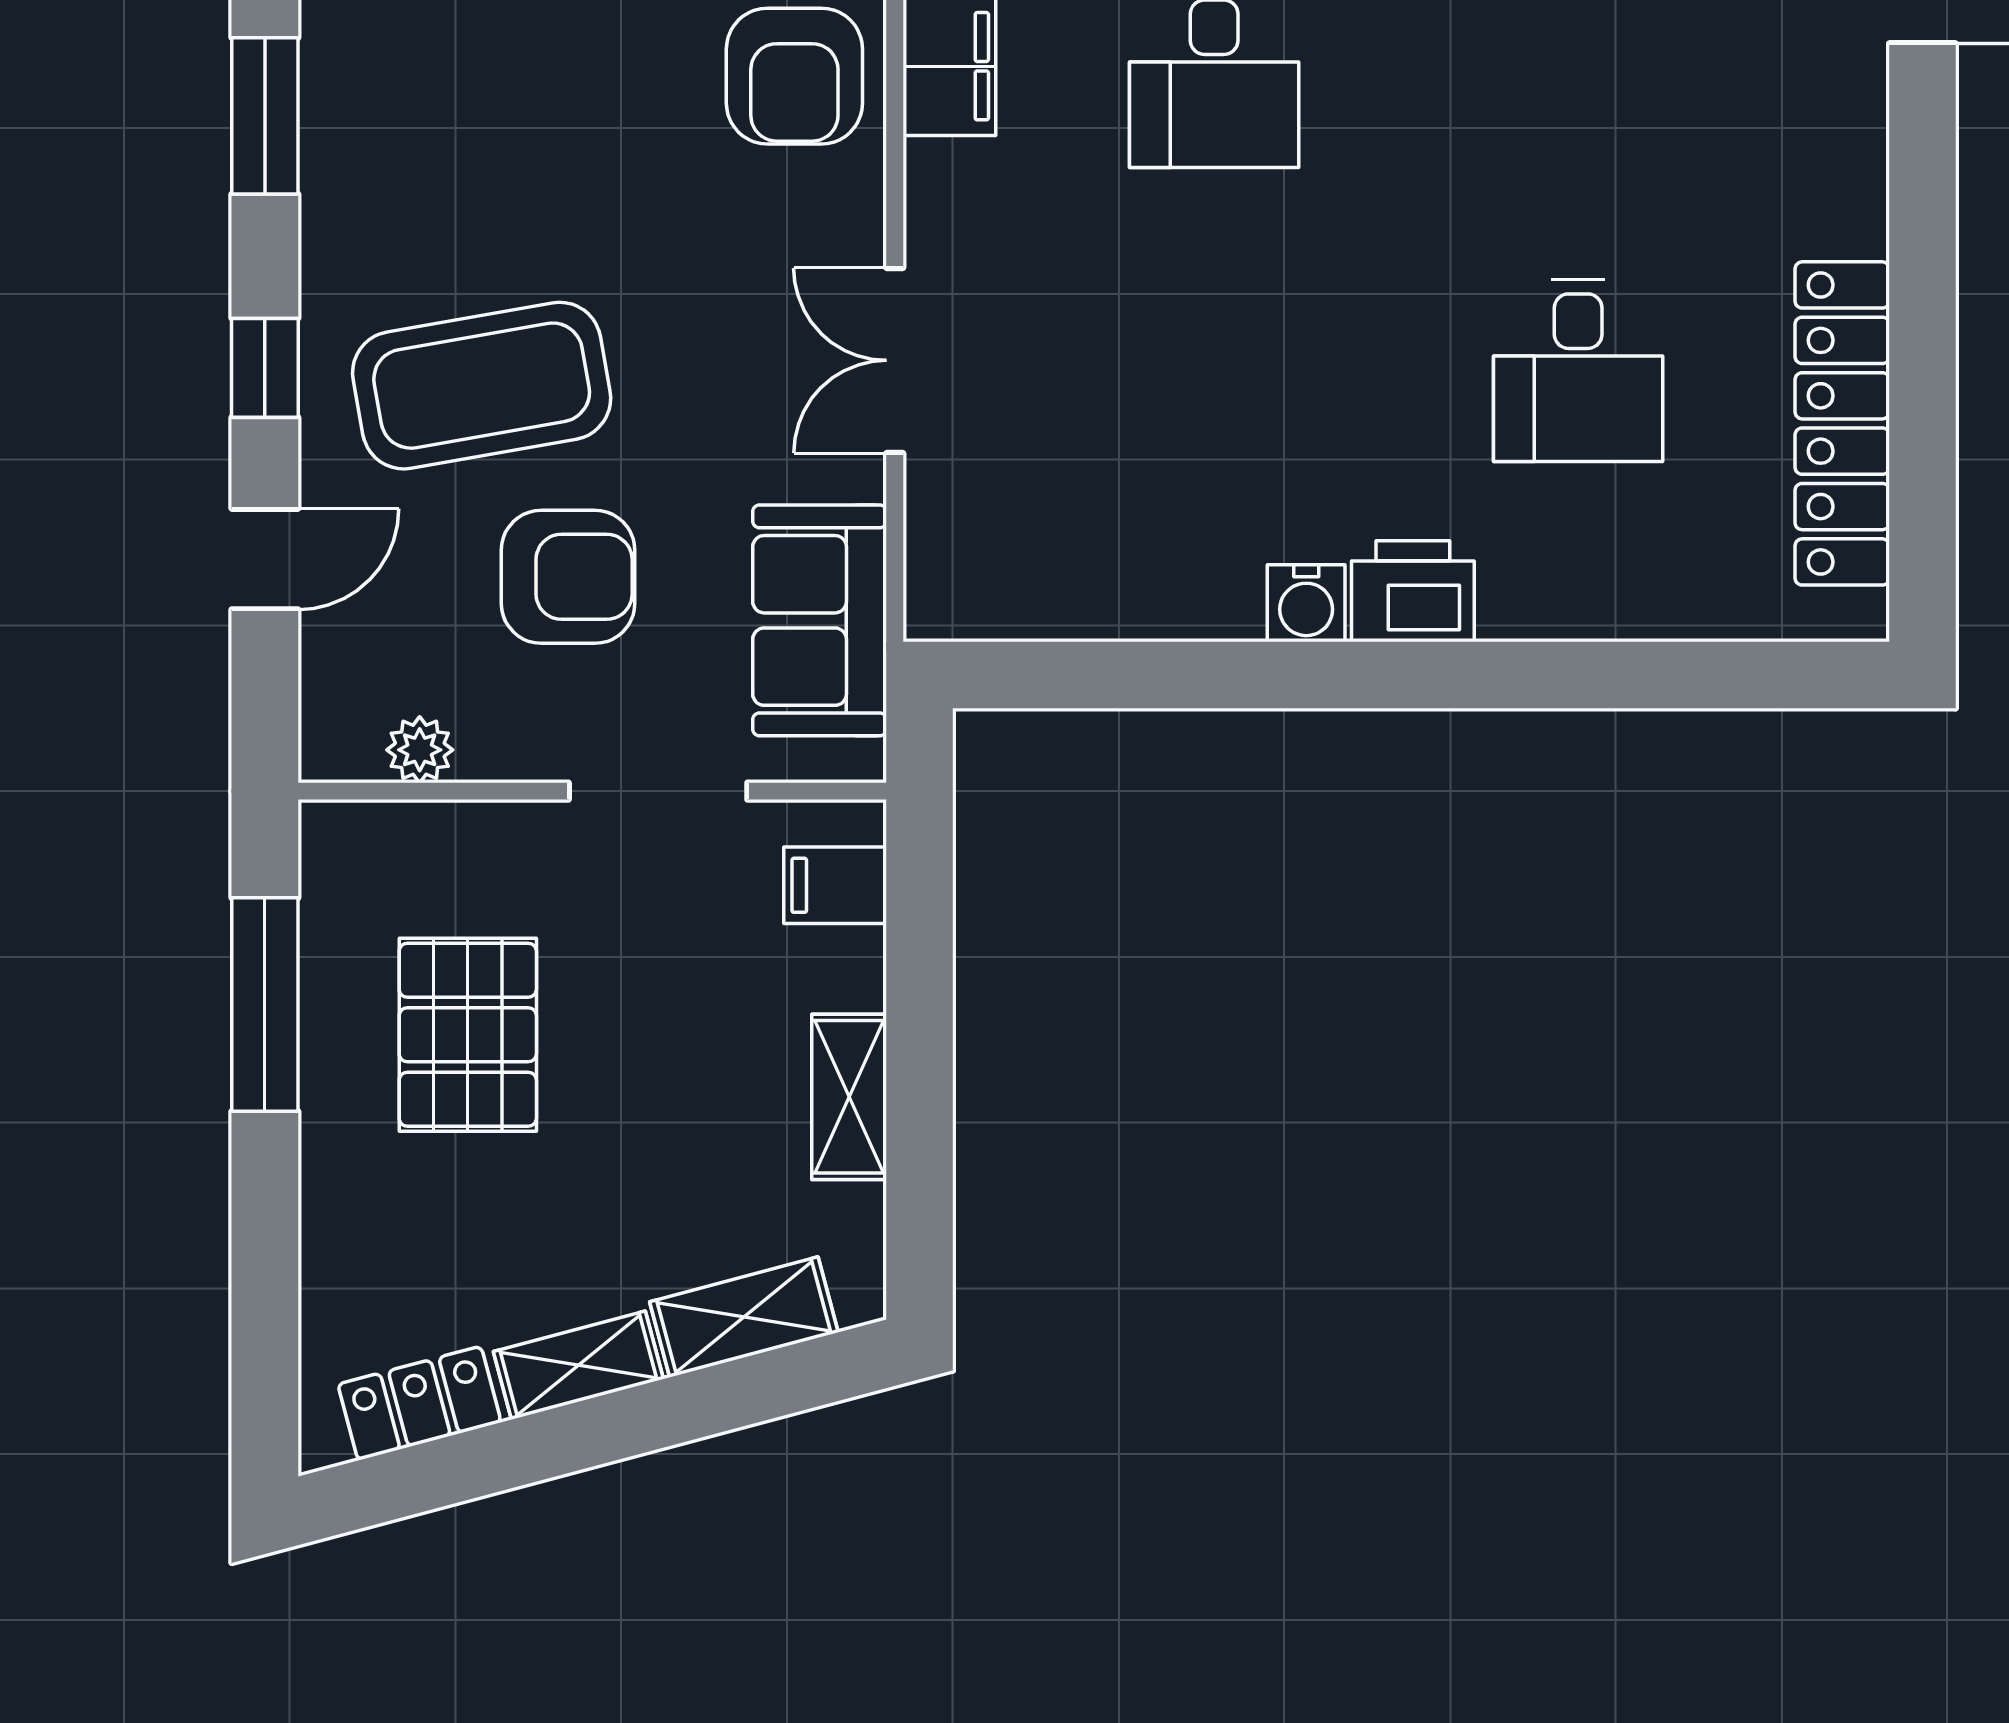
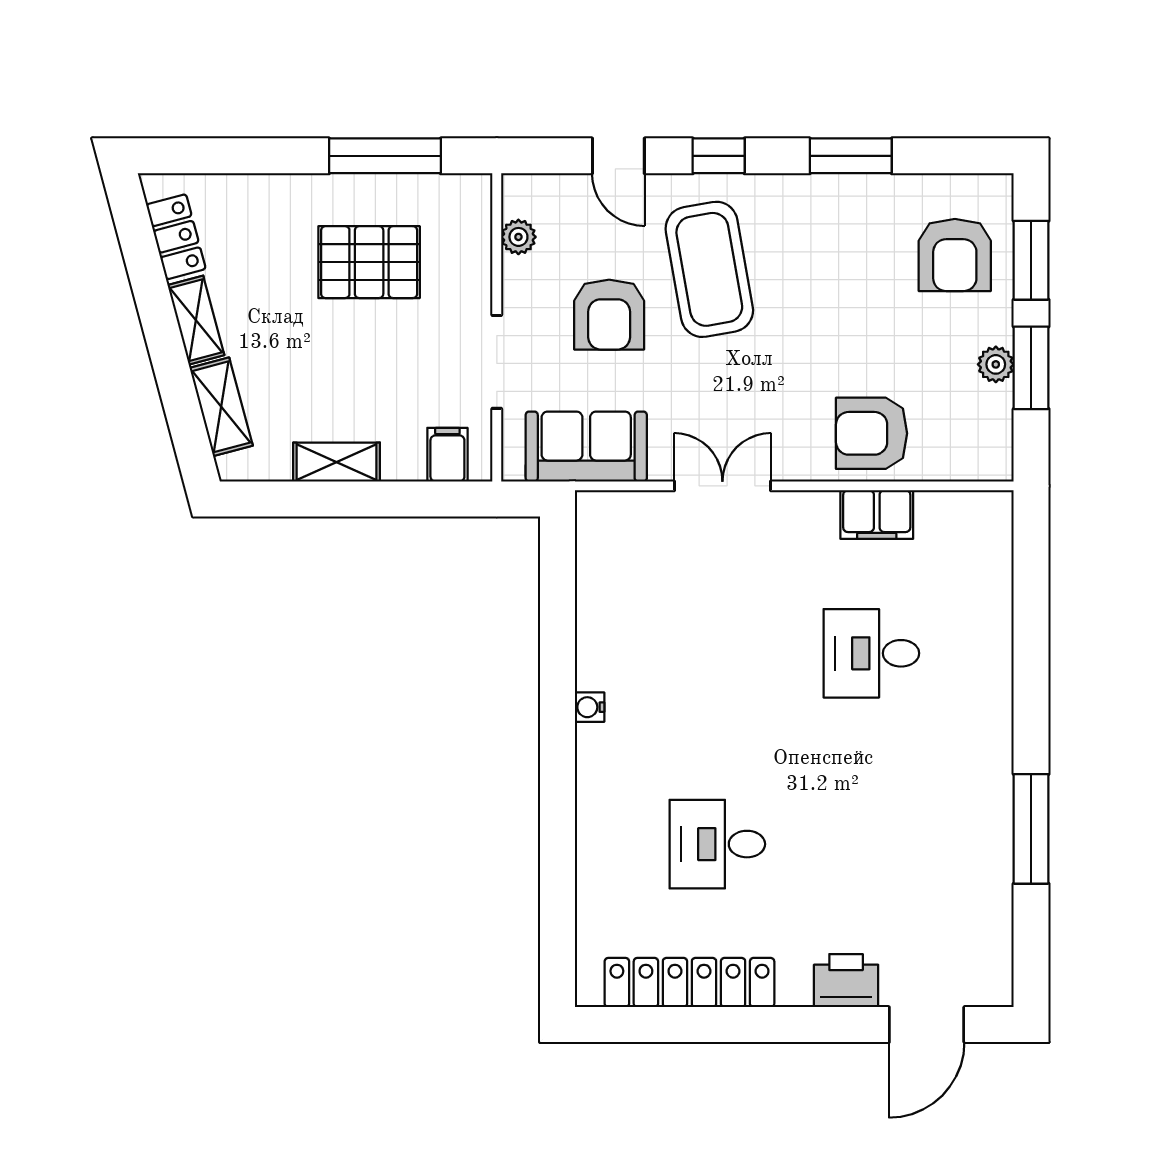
printer: (1413, 591) -> (846, 981), moved, turned -90
water cooler: (1306, 603) -> (590, 707), width x0.72, depth x0.72

